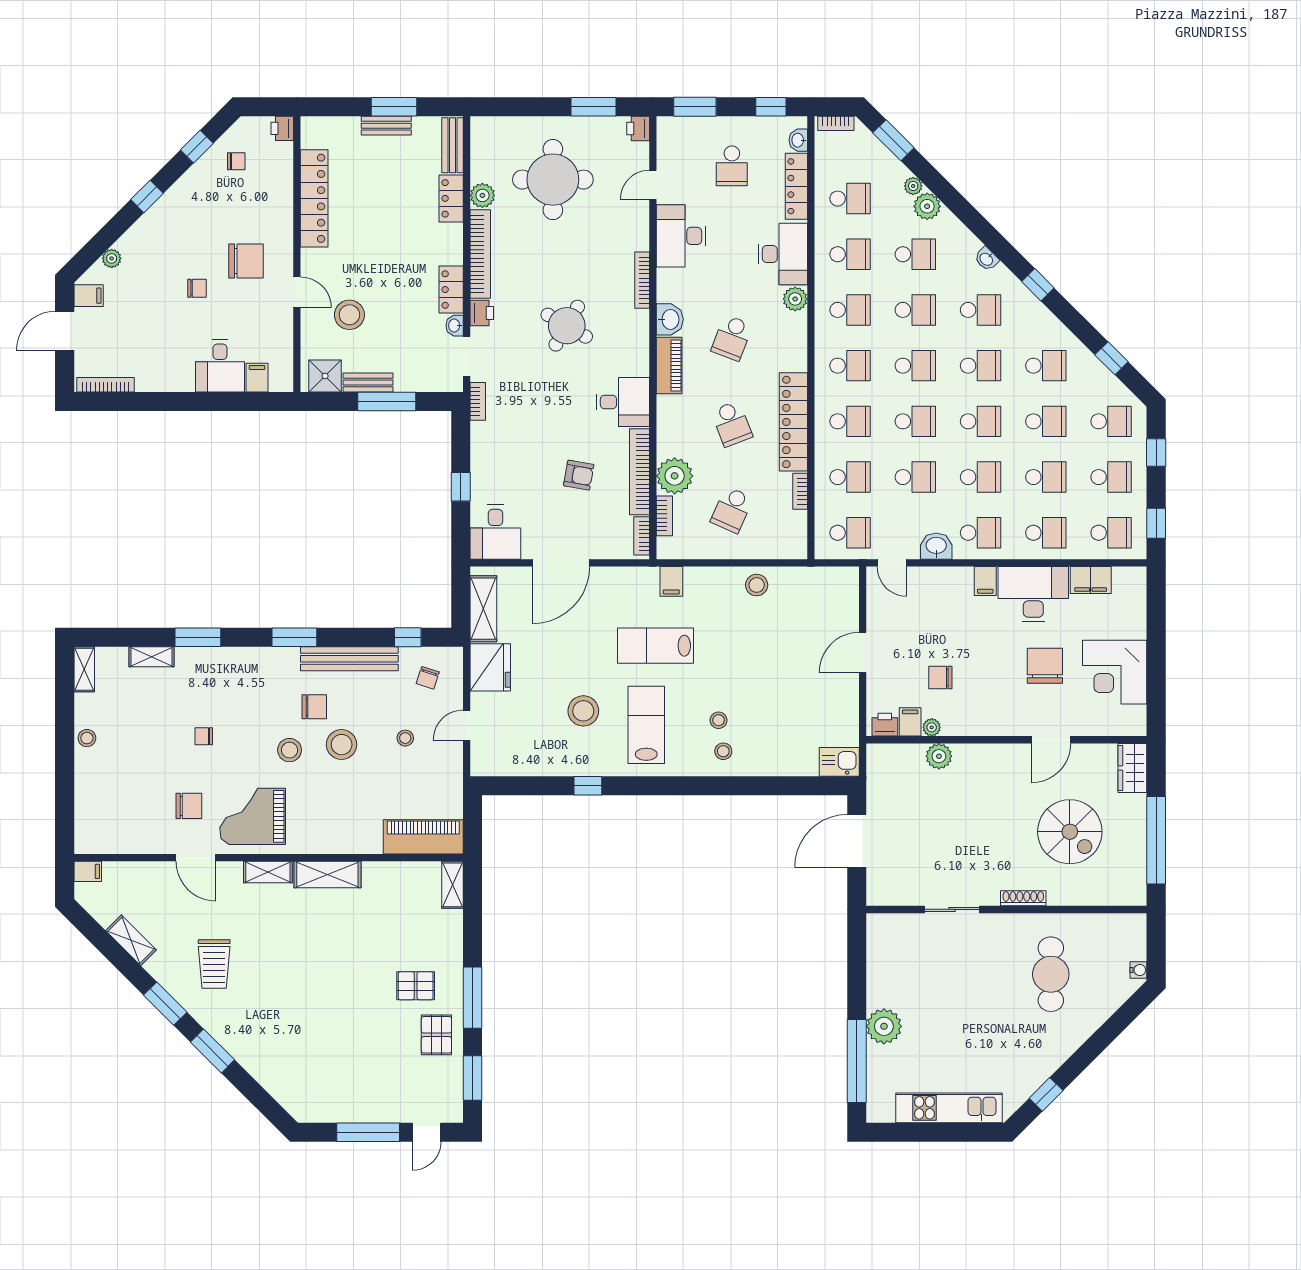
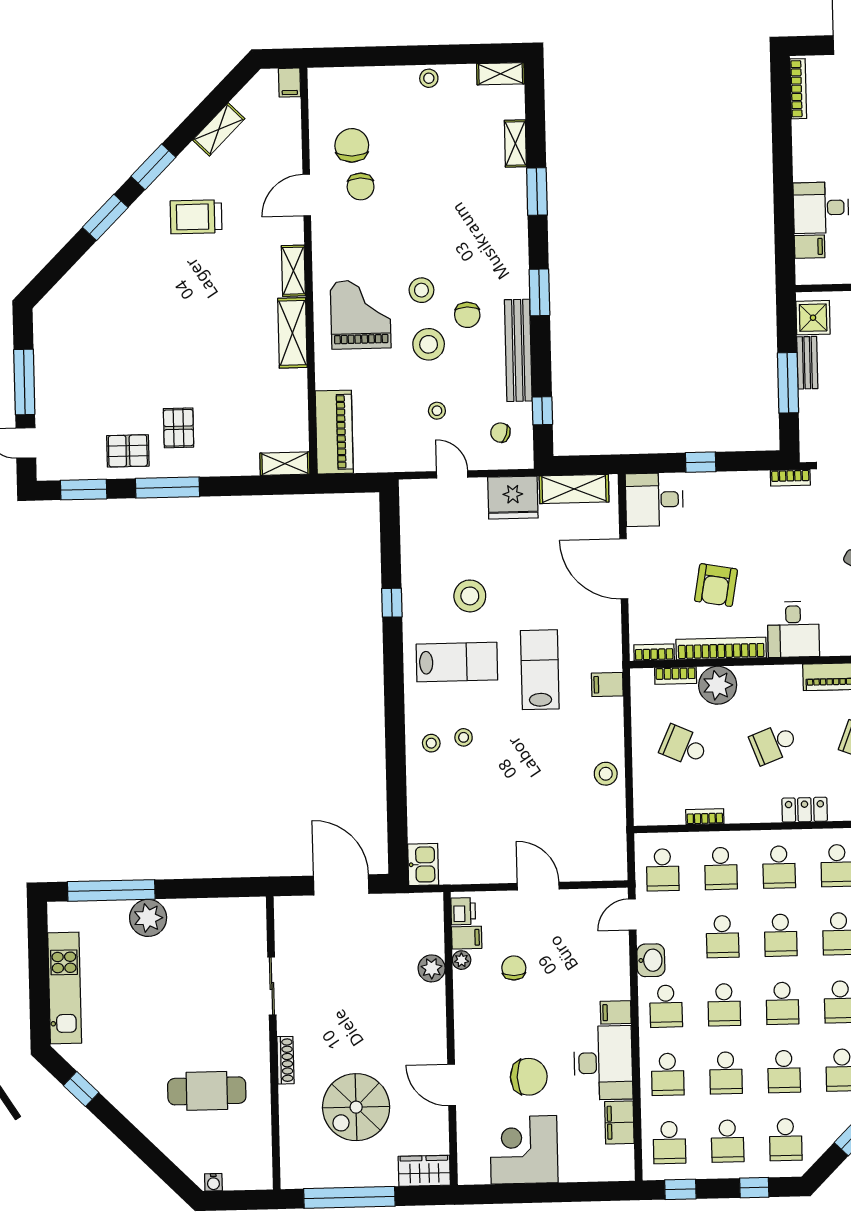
locker: (793, 422) -> (805, 810), width x0.46, depth x0.83
armchair: (579, 475) -> (716, 585), width x1.38, depth x1.38
chair: (204, 736) -> (352, 145), moved, width x1.87, depth x1.87
grand piano: (253, 816) -> (361, 315), moved

